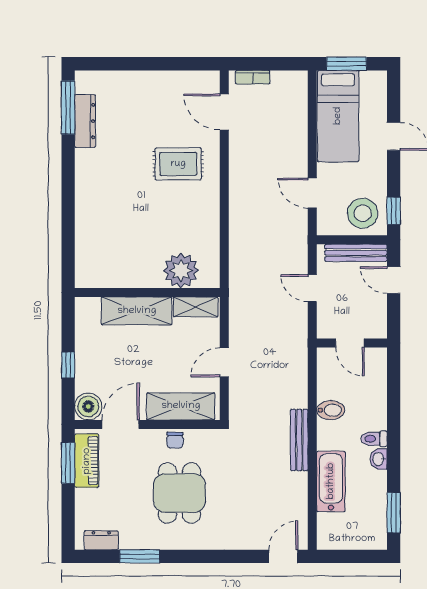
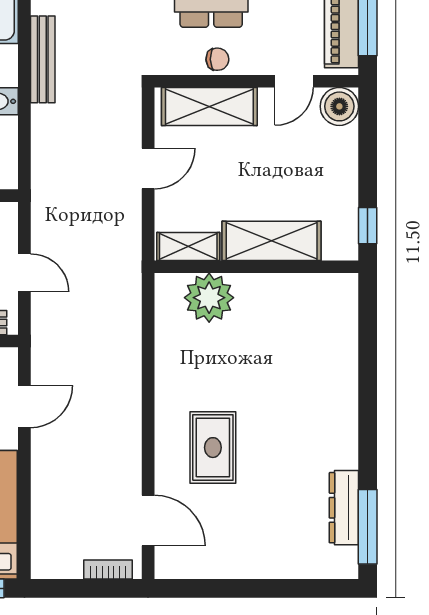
rug: (178, 164) -> (213, 448), turned 90
door: (312, 193) -> (24, 406), hinge flipped
window: (68, 365) -> (368, 226), moved
door: (121, 424) -> (294, 81), width x0.73
chair: (175, 440) -> (217, 59), turned 88

